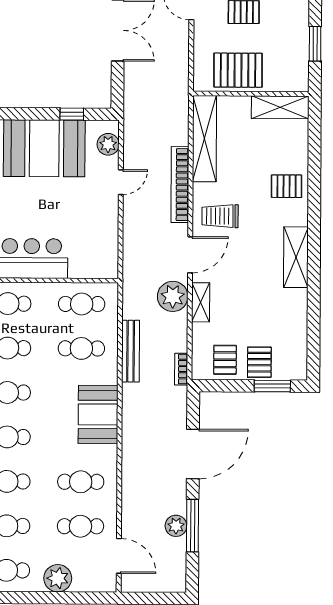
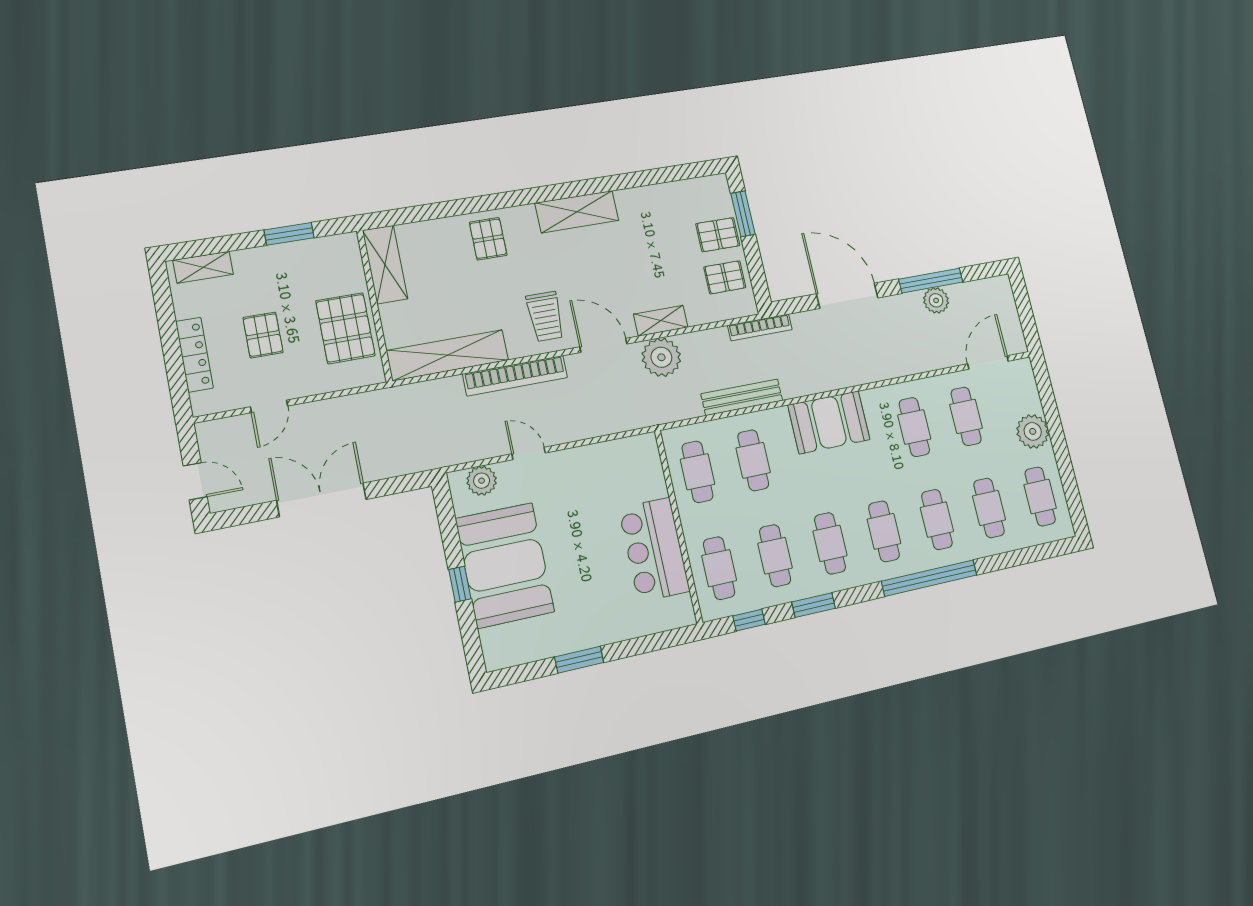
window: (72, 114) -> (460, 584), moved
bookcase: (181, 369) -> (760, 327), width x1.56

